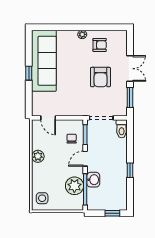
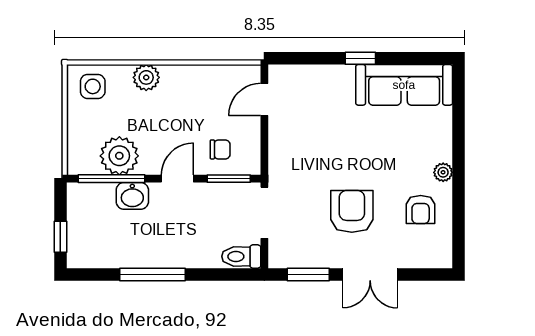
sofa: (44, 61) -> (404, 85), width x0.74, depth x0.79
armchair: (100, 77) -> (352, 211), turned 90
plant: (38, 156) -> (146, 77), moved
door: (85, 159) -> (177, 179), hinge flipped
window: (130, 170) -> (152, 274), width x2.17

